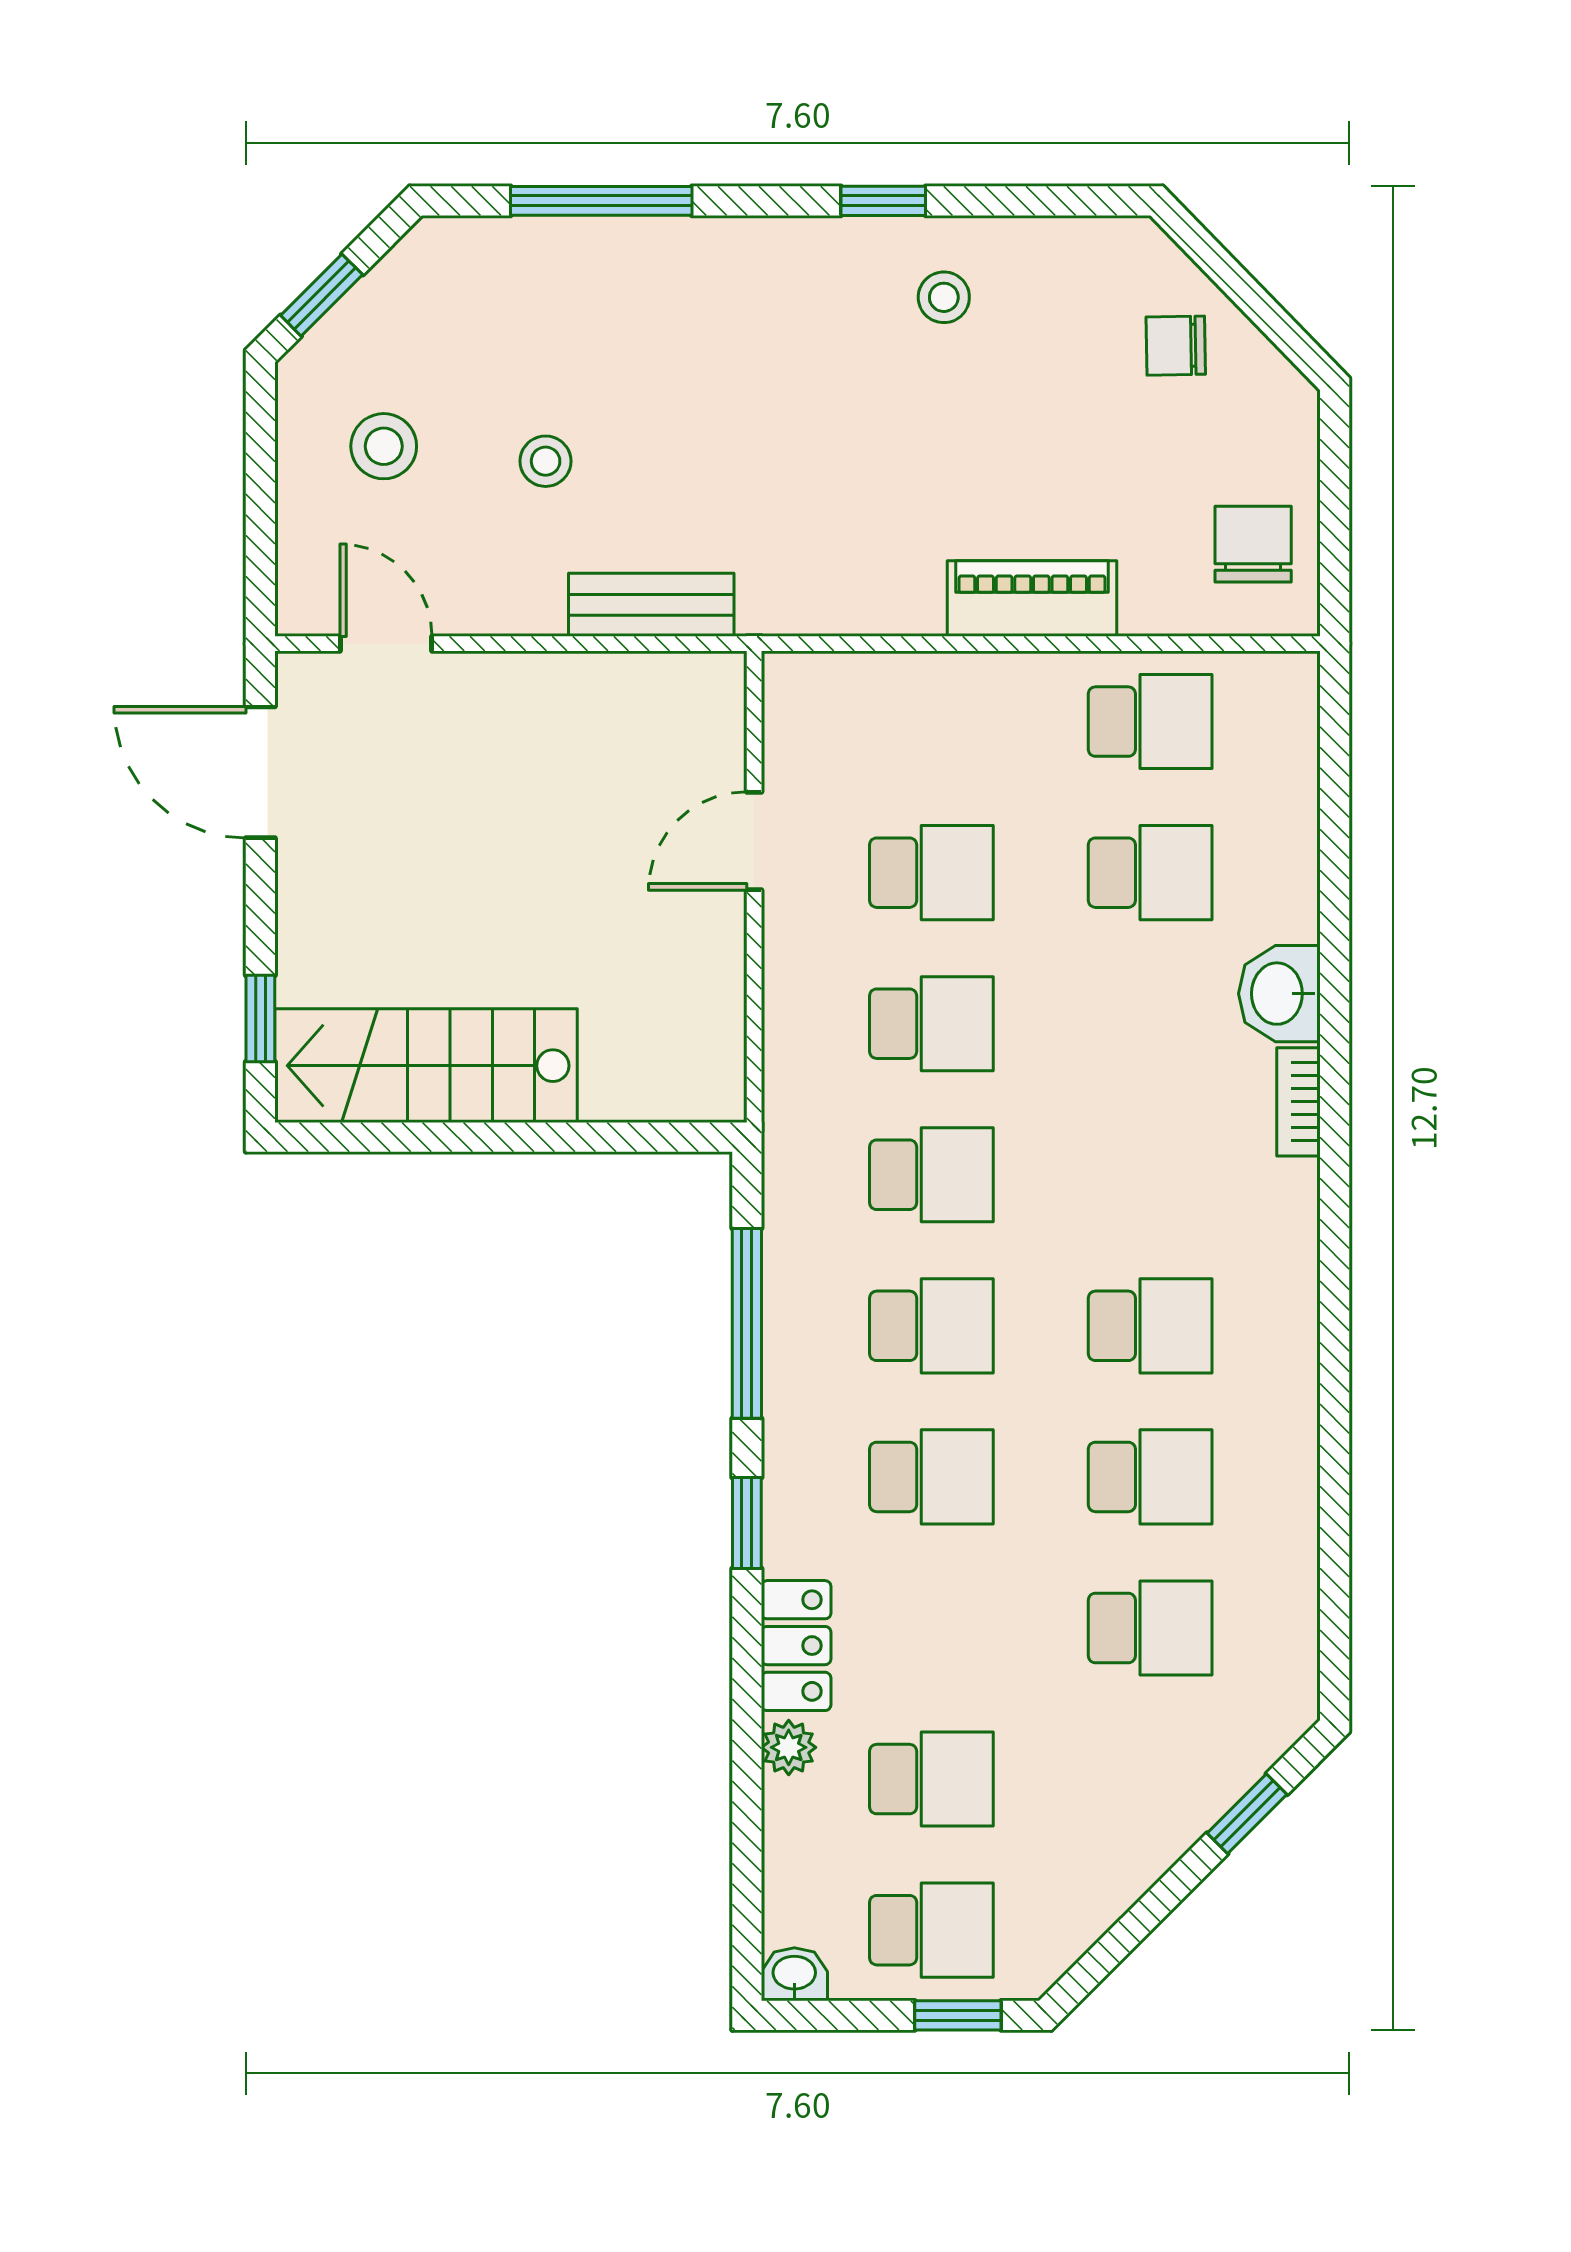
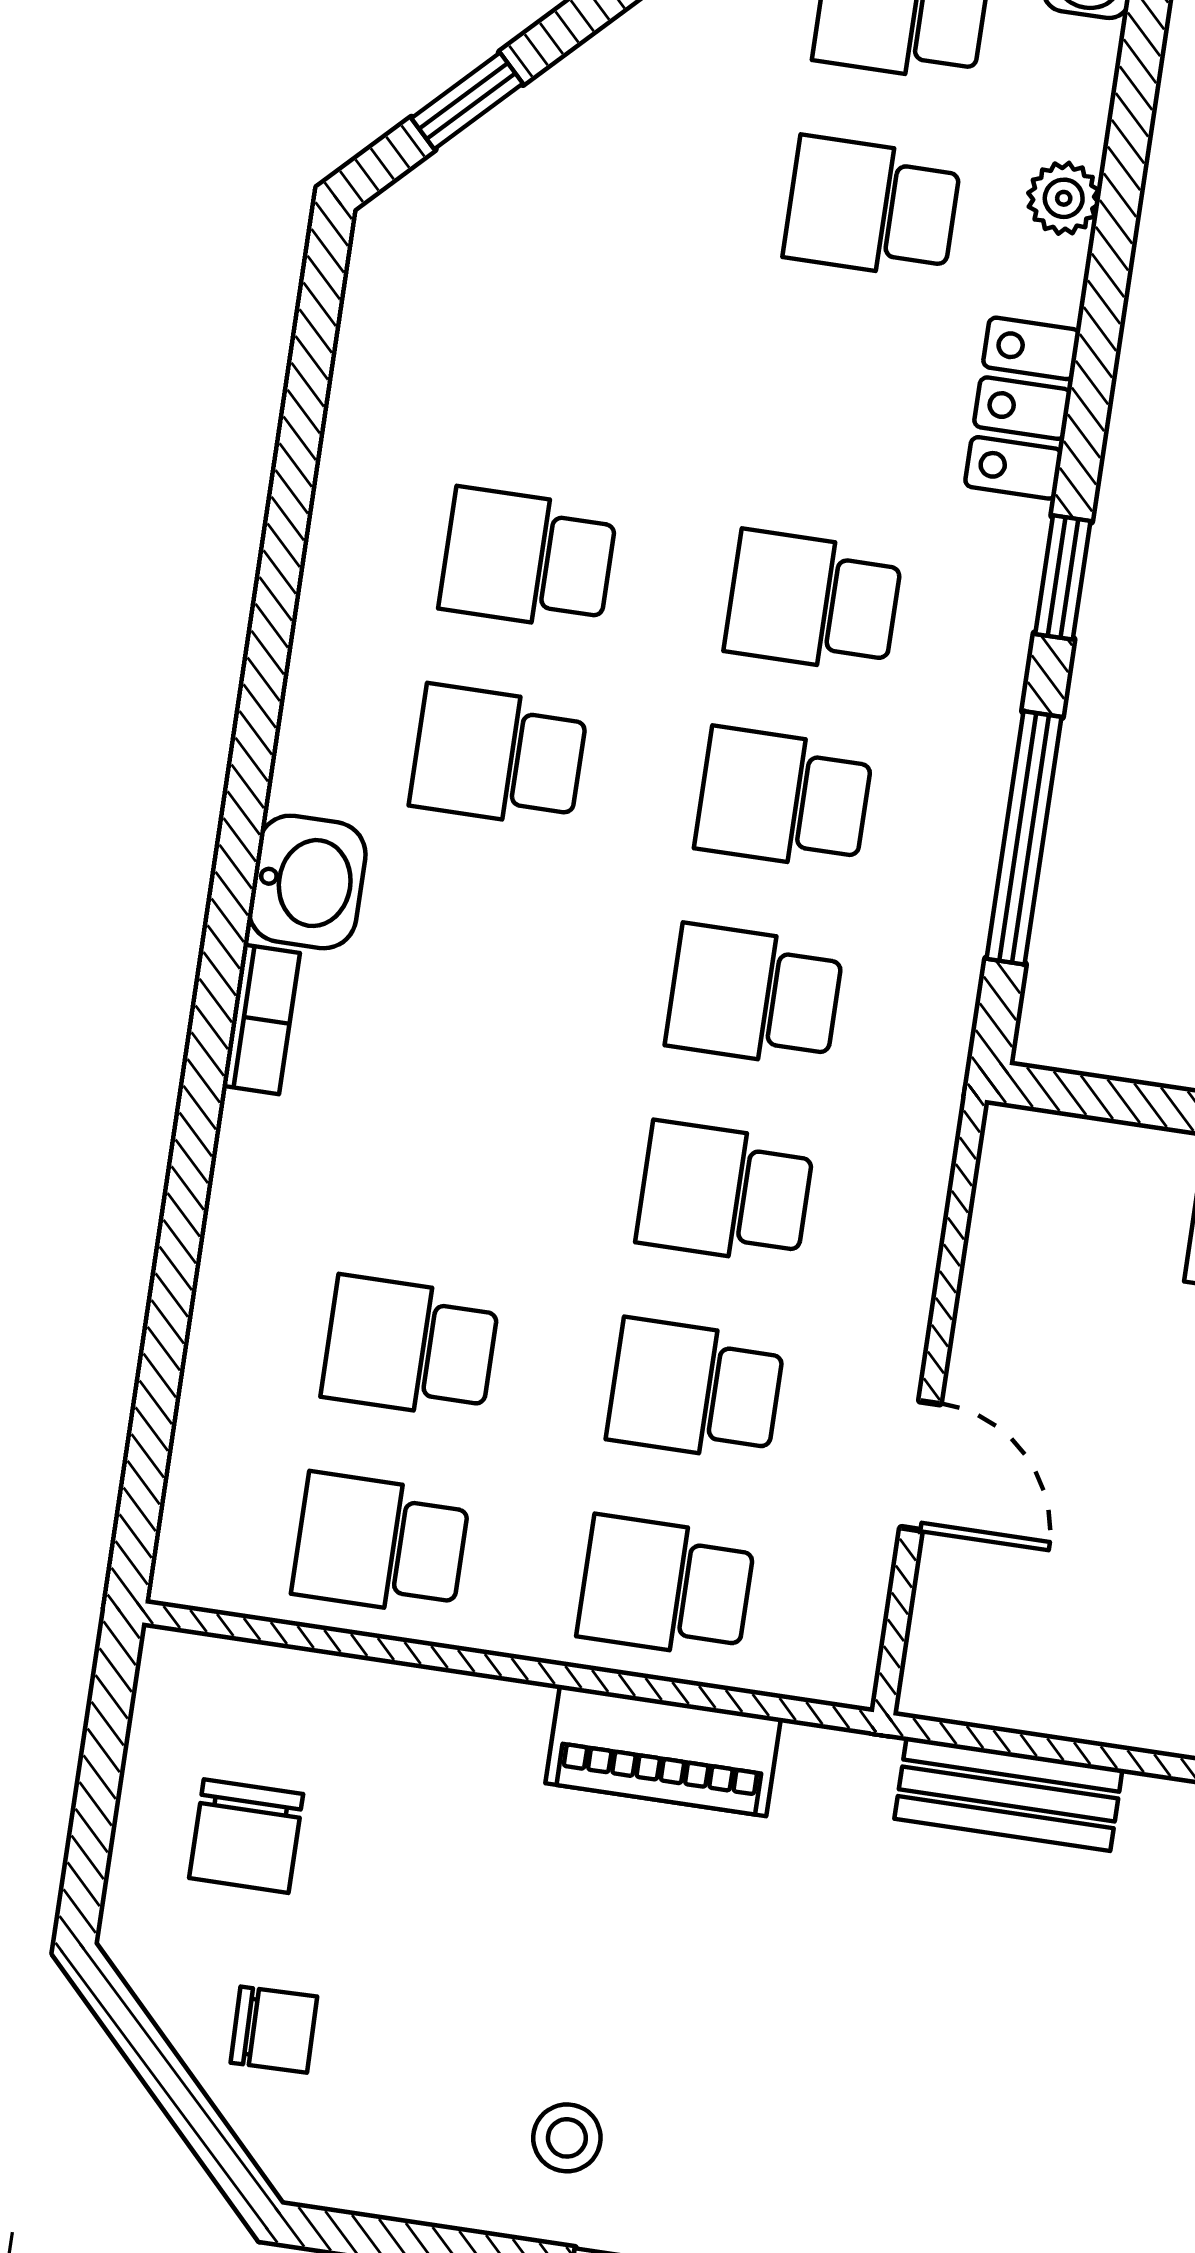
stool: (546, 461) -> (1118, 2002), removed
chair: (1253, 544) -> (246, 1836), moved
piano: (1032, 599) -> (663, 1751), moved
door: (754, 841) -> (920, 1466), hinge flipped
washbasin: (1279, 994) -> (307, 882), moved
school desk: (1150, 1628) -> (666, 1587), moved
plant: (789, 1747) -> (1064, 198), moved

